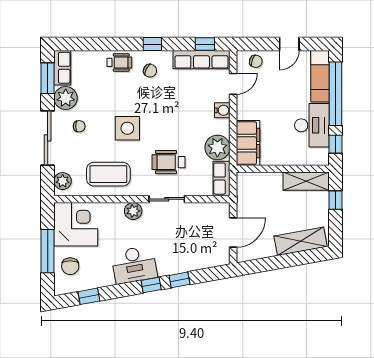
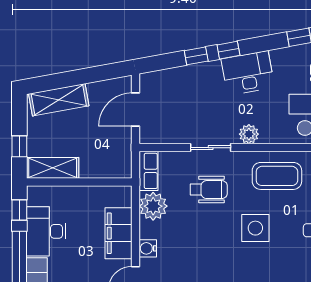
filing cabinet: (248, 143) -> (118, 233), moved

